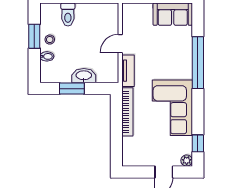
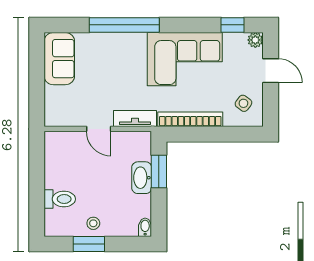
bidet: (47, 56) -> (145, 227), moved
window: (72, 89) -> (159, 171), moved
side table: (139, 152) -> (243, 103), added

